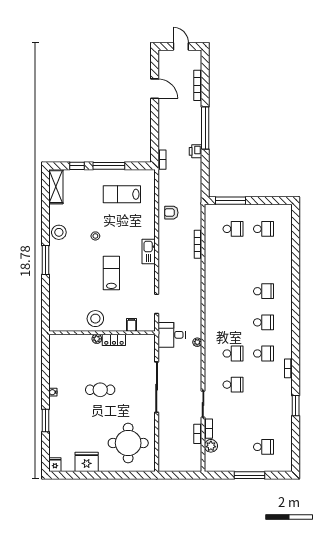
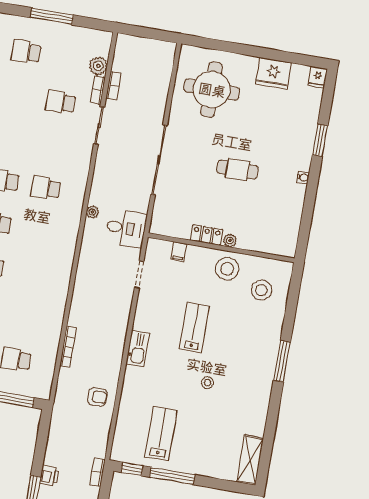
window: (77, 166) -> (132, 469), moved
lab bench: (122, 194) -> (161, 434), turned -90
stool: (59, 232) -> (261, 290), moved
lab bench: (111, 273) -> (194, 328), turned 180
school desk: (233, 385) -> (61, 102), moved

